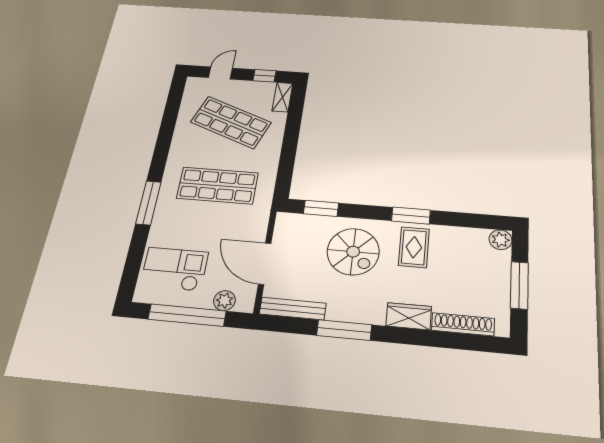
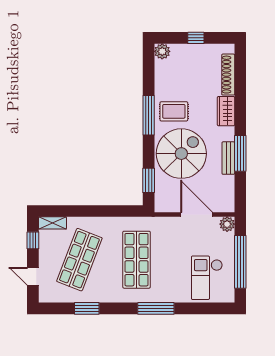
window: (168, 126) -> (87, 308), added
window: (411, 216) -> (149, 115), width x1.44
spiral stairs: (353, 252) -> (181, 154), width x1.37, depth x1.37
door: (265, 264) -> (197, 215), swing flipped
window: (519, 285) -> (196, 38), width x0.46
plant: (224, 301) -> (227, 224), moved
bench: (293, 309) -> (228, 158), moved, width x0.73

